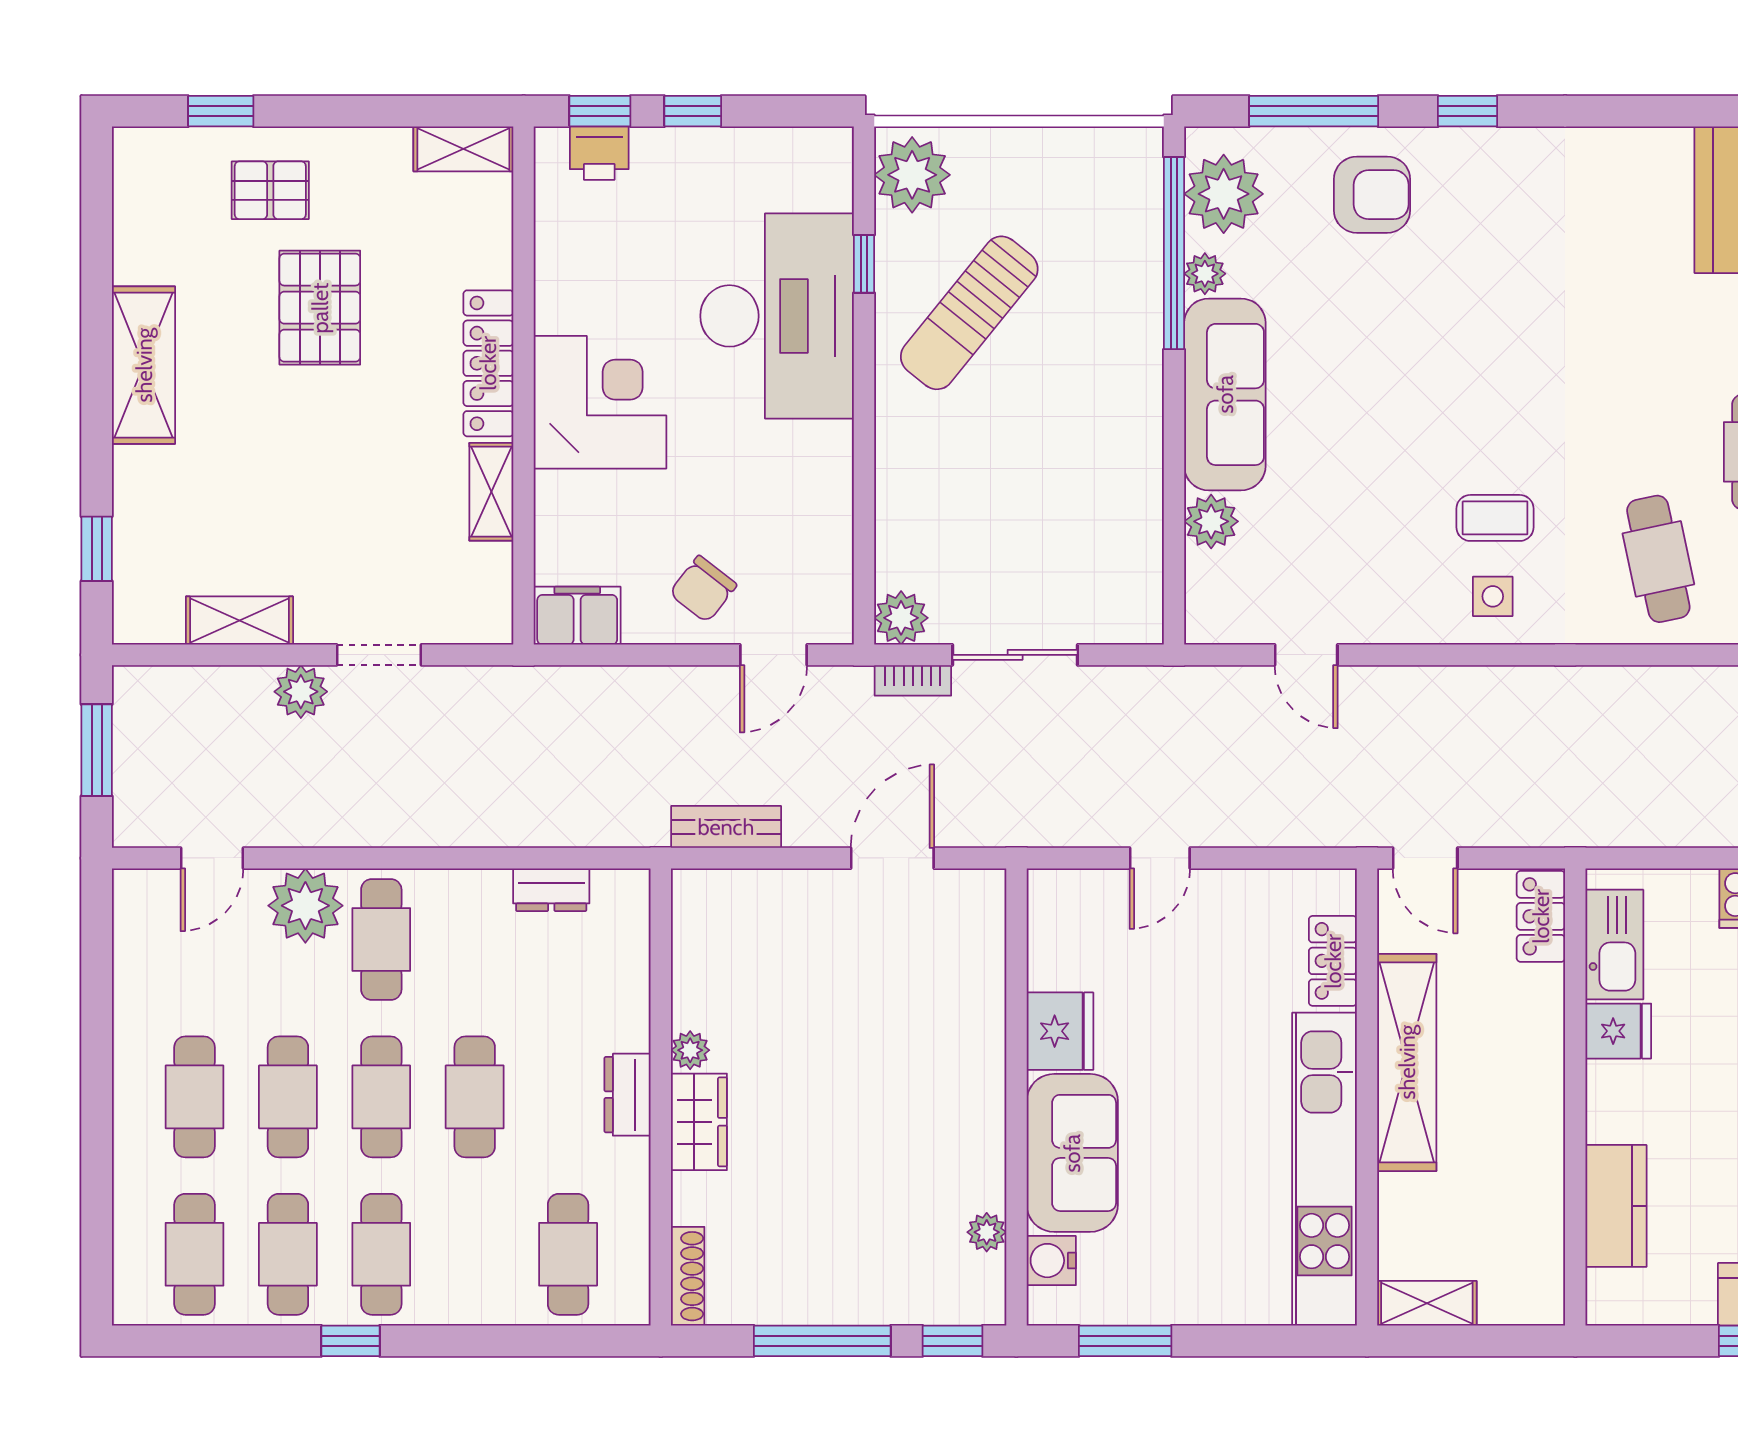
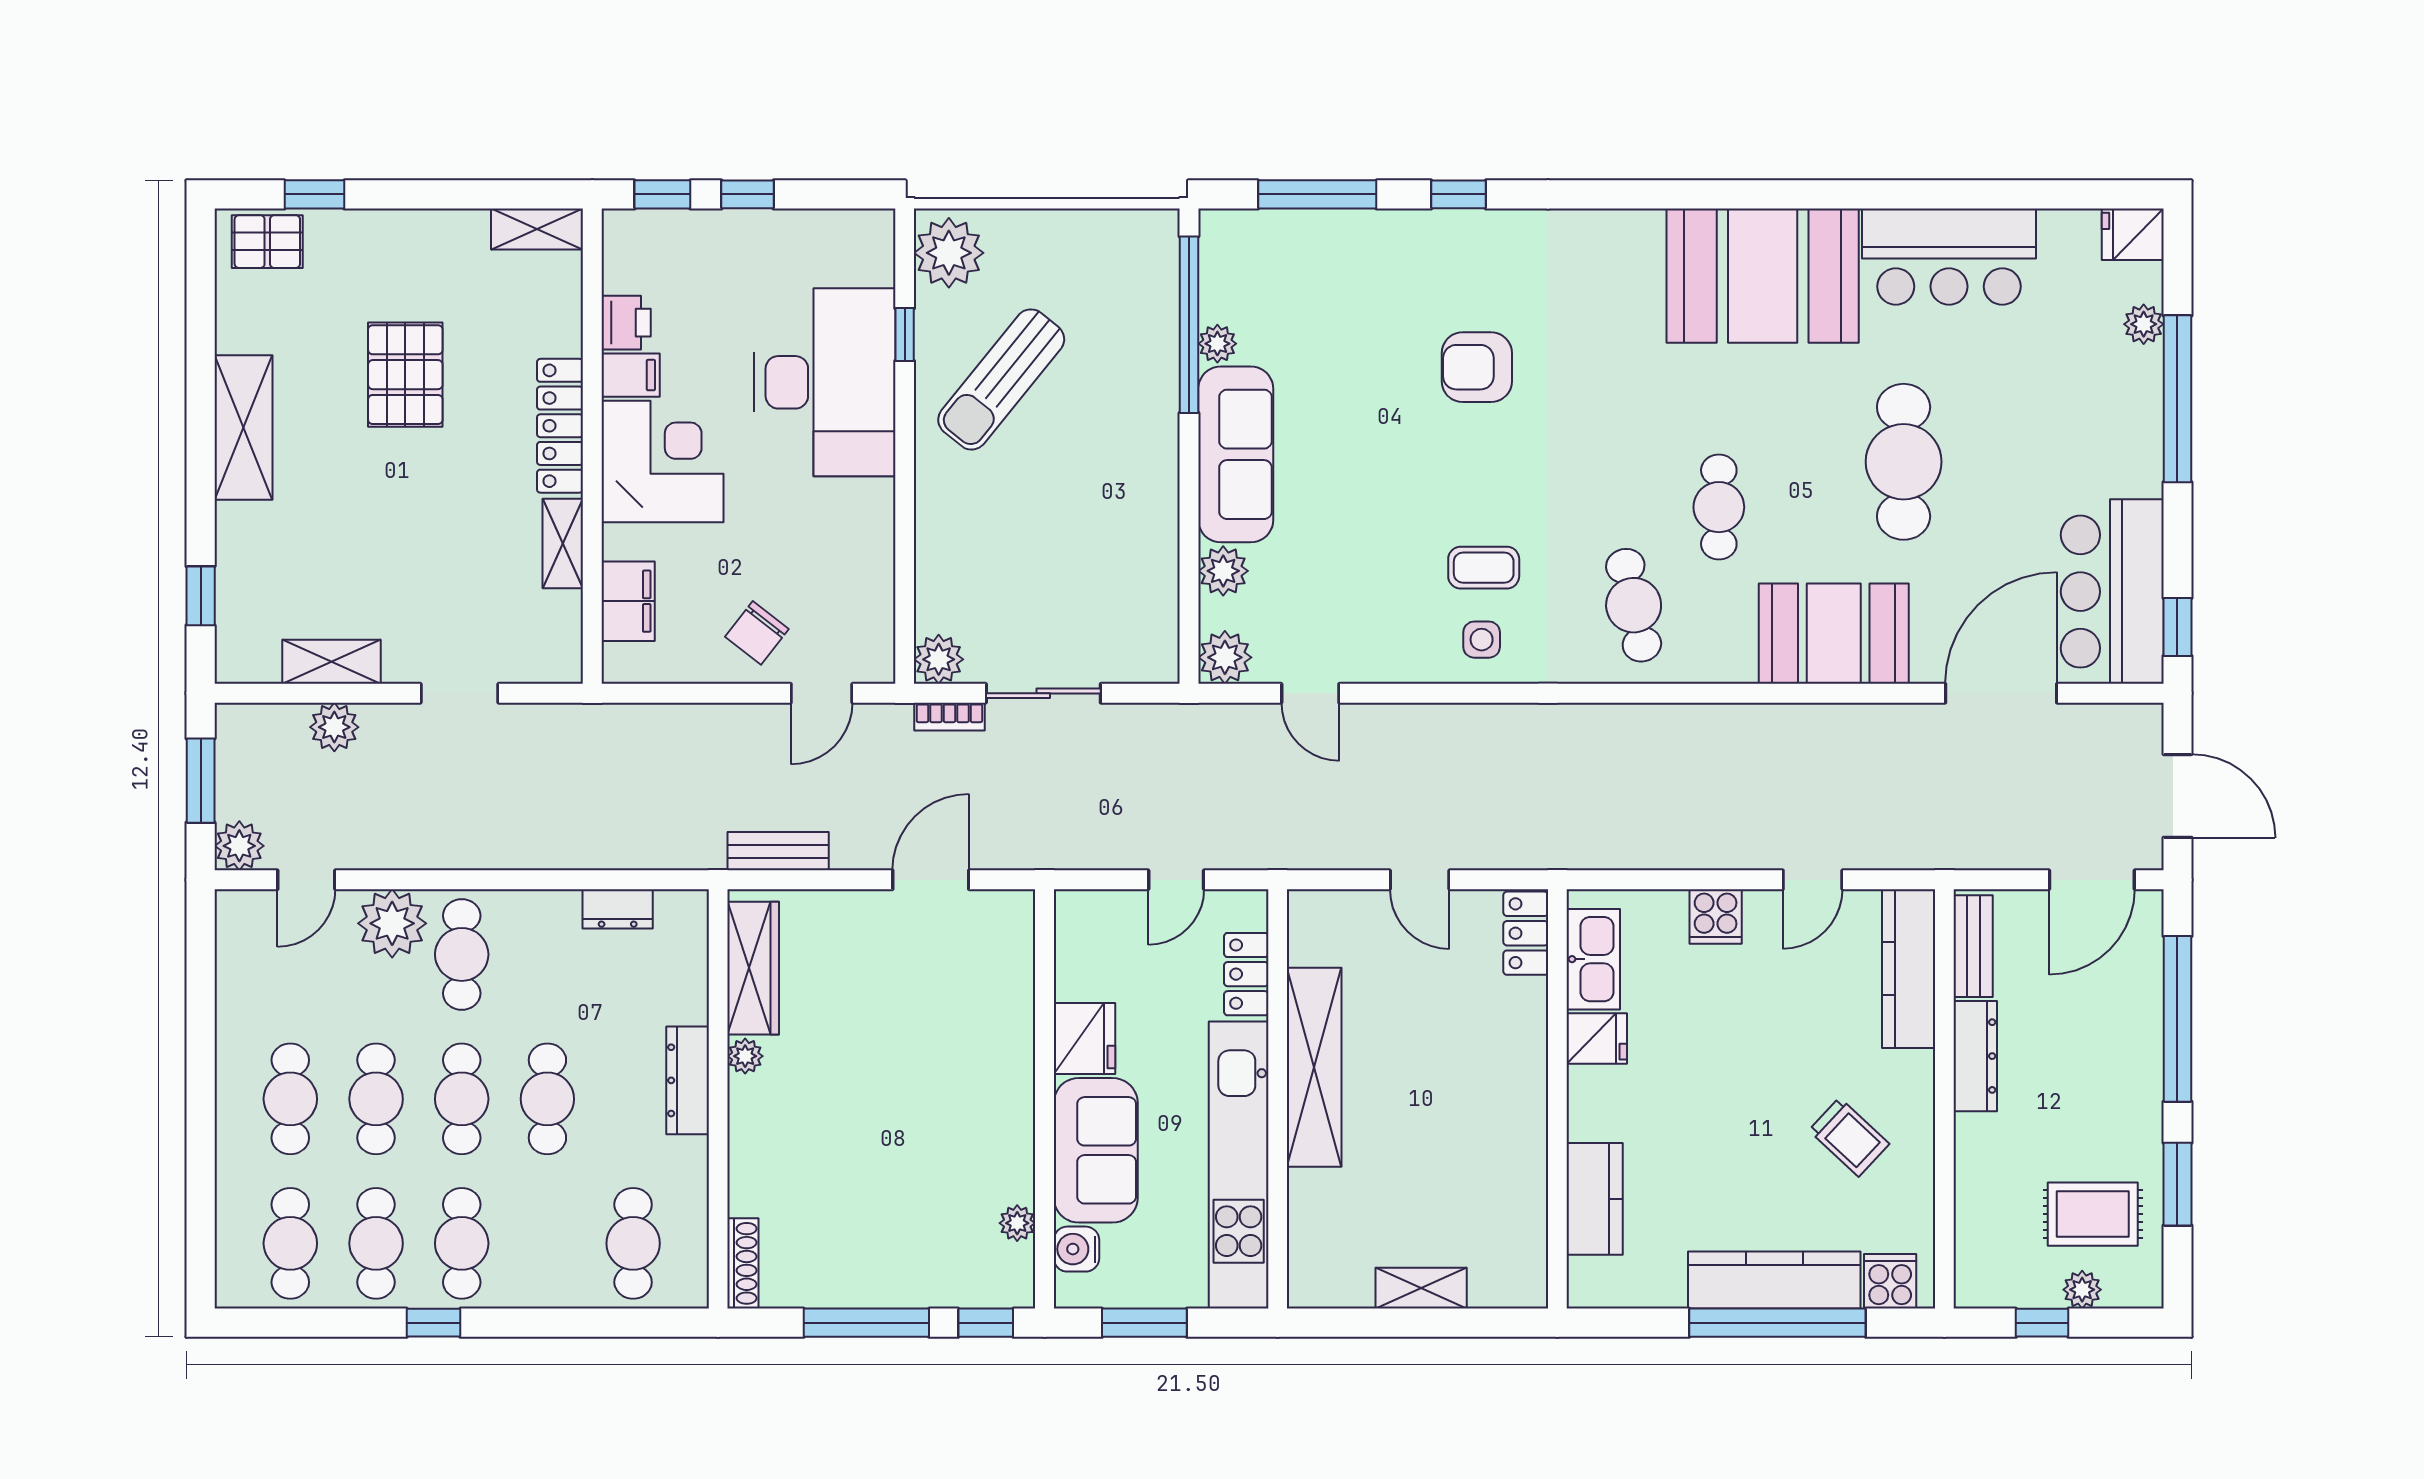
printer: (599, 153) -> (626, 323), moved, turned -90
pallet: (270, 190) -> (267, 242), moved
plant: (1224, 194) -> (1225, 657), moved, width x0.73, depth x0.73
armchair: (1372, 195) -> (1477, 367), moved, turned 180
filing cabinet: (565, 308) -> (631, 375), added
filing cabinet: (577, 616) -> (628, 601), moved, turned 90
plant: (301, 692) -> (334, 727), moved
plant: (139, 821) -> (239, 846), added
locker: (1333, 961) -> (1246, 974), moved
shelving: (1407, 1062) -> (1314, 1067), moved
dresser: (628, 1095) -> (688, 1080), width x1.44
wall: (1367, 1097) -> (1278, 1099), moved
wardrobe: (699, 1122) -> (753, 968), moved, width x1.50
kitchen unit: (1324, 1169) -> (1239, 1165), moved

